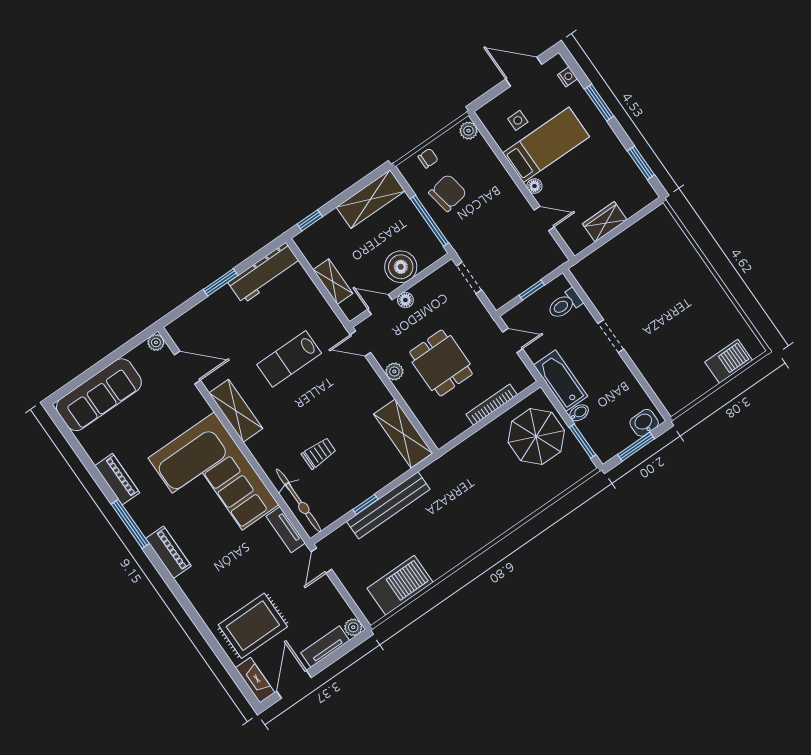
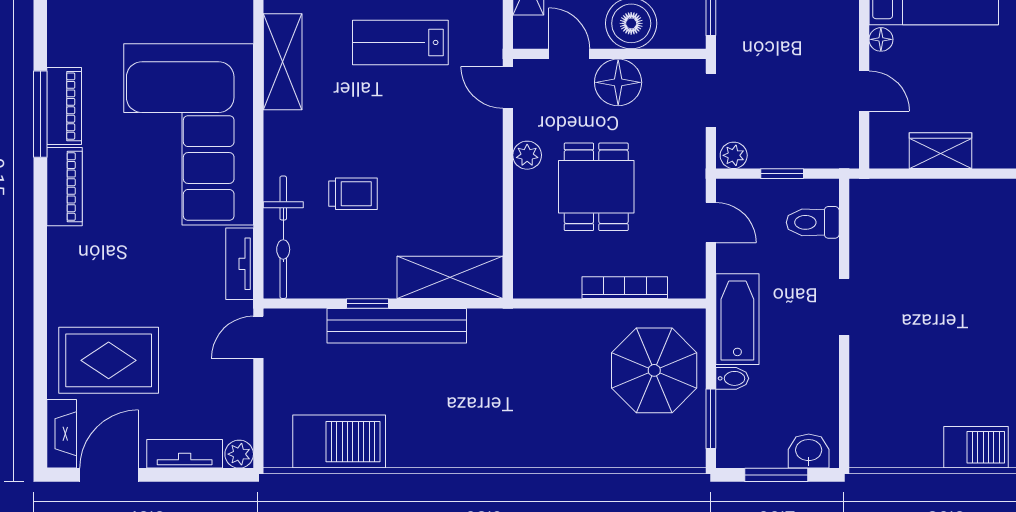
plant: (500, 298) -> (734, 155), added
floor lamp: (405, 300) -> (618, 82), width x1.89, depth x1.89
shelving: (403, 434) -> (450, 277), moved, turned 90
piano: (117, 479) -> (64, 106), moved

